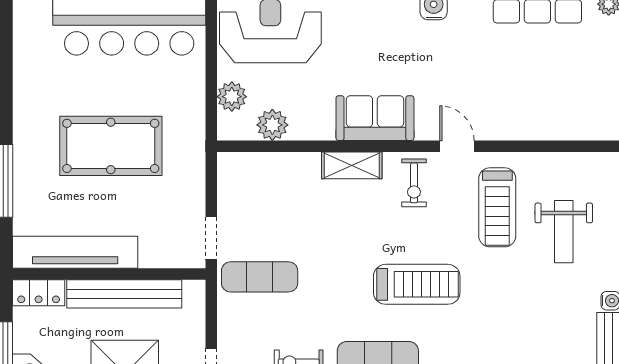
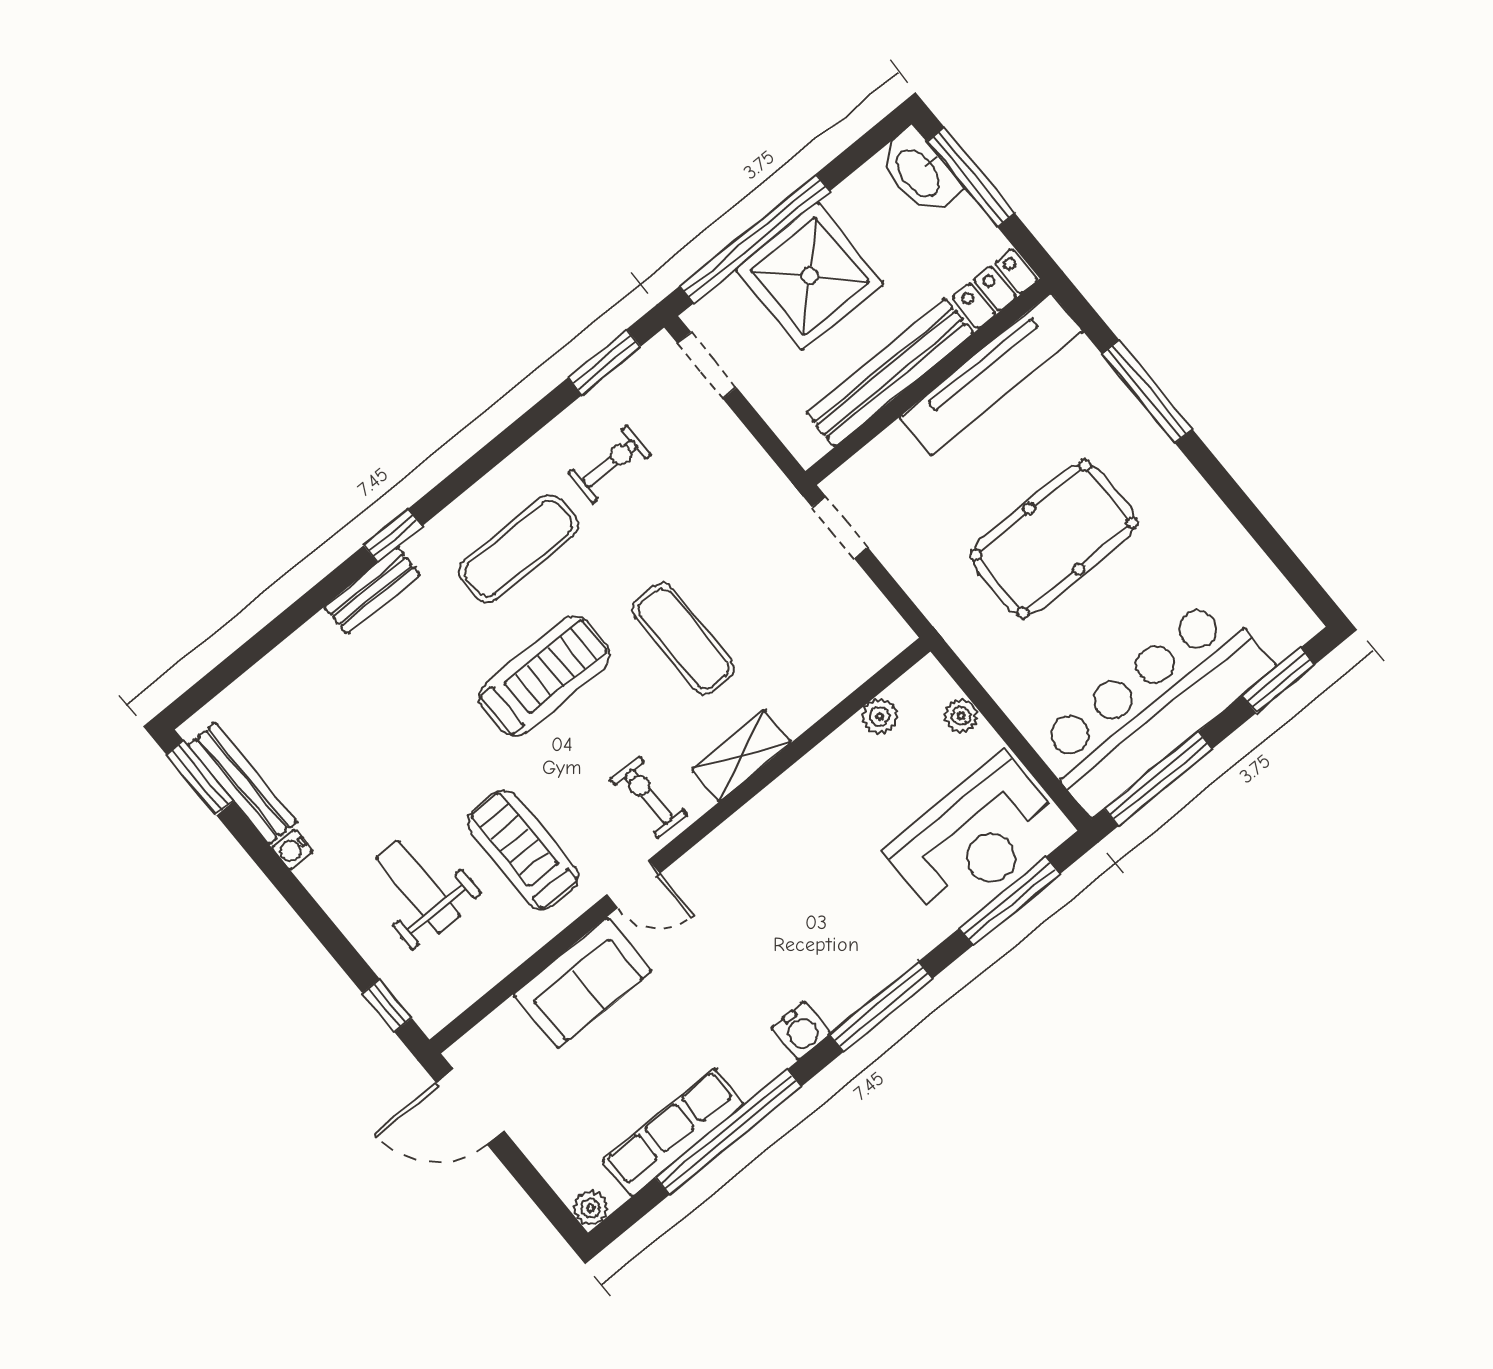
plant: (232, 97) -> (961, 716), width x0.73, depth x0.73
sofa: (375, 118) -> (582, 983), moved
plant: (272, 125) -> (880, 716), width x0.73, depth x0.73
exercise mat: (260, 277) -> (683, 639), moved, turned 90
treadmill: (417, 284) -> (544, 676), turned 180

